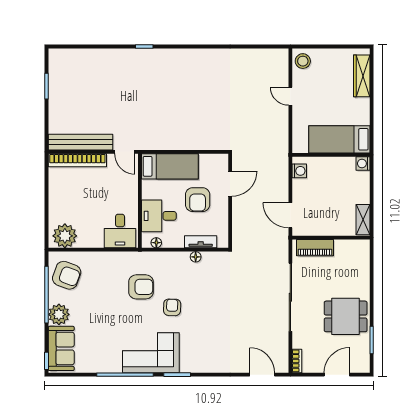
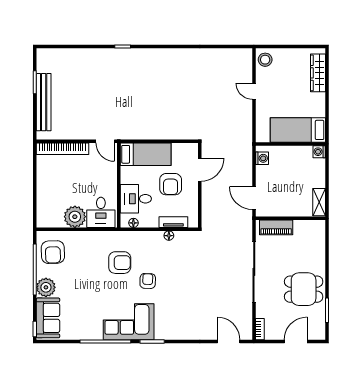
bench: (80, 142) -> (44, 102), moved, turned 90
plant: (65, 236) -> (75, 217), moved
armchair: (67, 275) -> (53, 252), turned 68

